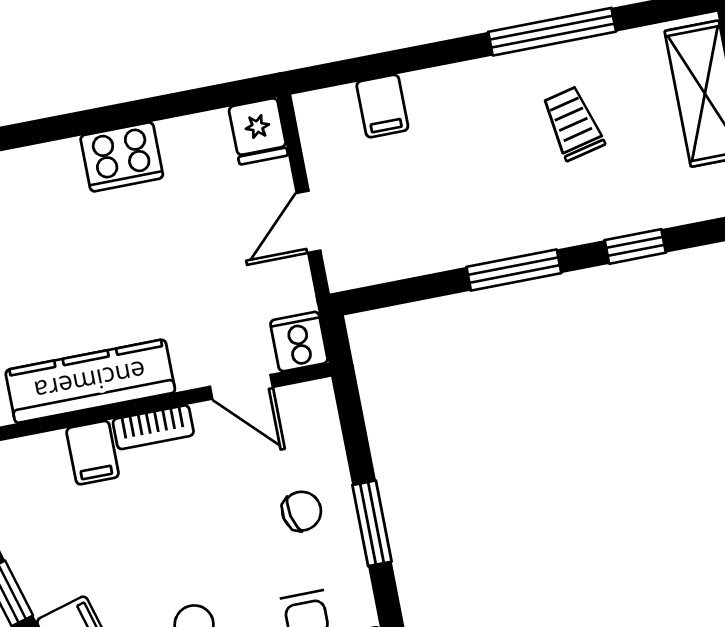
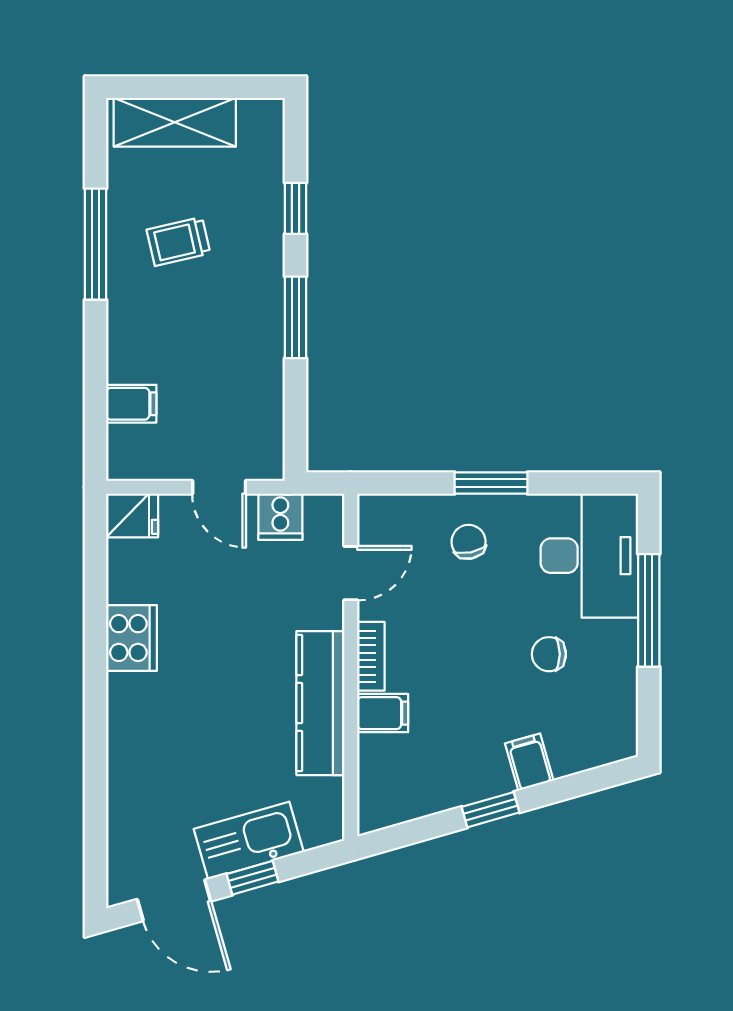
cooker: (299, 342) -> (280, 517), moved, turned -90

